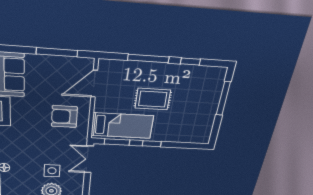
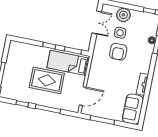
rug: (153, 99) -> (47, 80), width x1.36, depth x1.43
armchair: (64, 117) -> (118, 52), moved, turned 90
double door: (89, 159) -> (97, 22), moved

